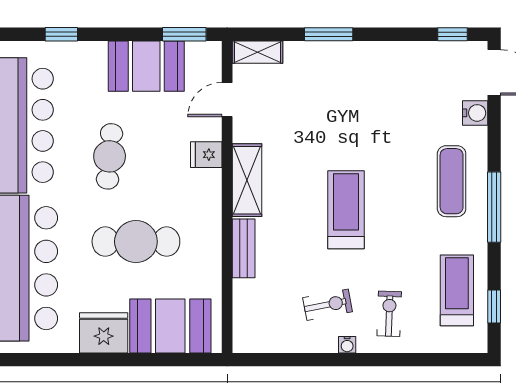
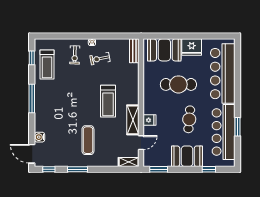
window: (329, 34) -> (78, 169), moved
booth: (146, 66) -> (187, 156), moved
shelving: (247, 180) -> (133, 120), moved
exercise mat: (452, 181) -> (88, 140), moved
treadmill: (346, 210) -> (108, 101), moved
bench: (244, 248) -> (134, 51), moved

